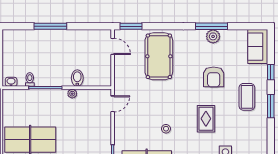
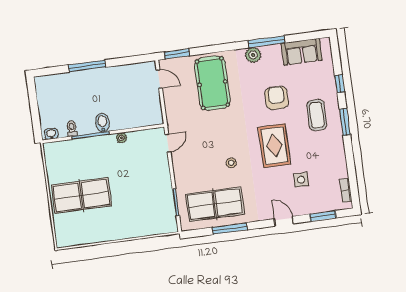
plant: (213, 36) -> (253, 55), moved
sofa: (258, 47) -> (302, 52), moved, turned -90
armchair: (214, 77) -> (277, 98), turned 180
bidet: (77, 78) -> (103, 123), moved
rug: (206, 119) -> (274, 146), width x1.36, depth x1.43

